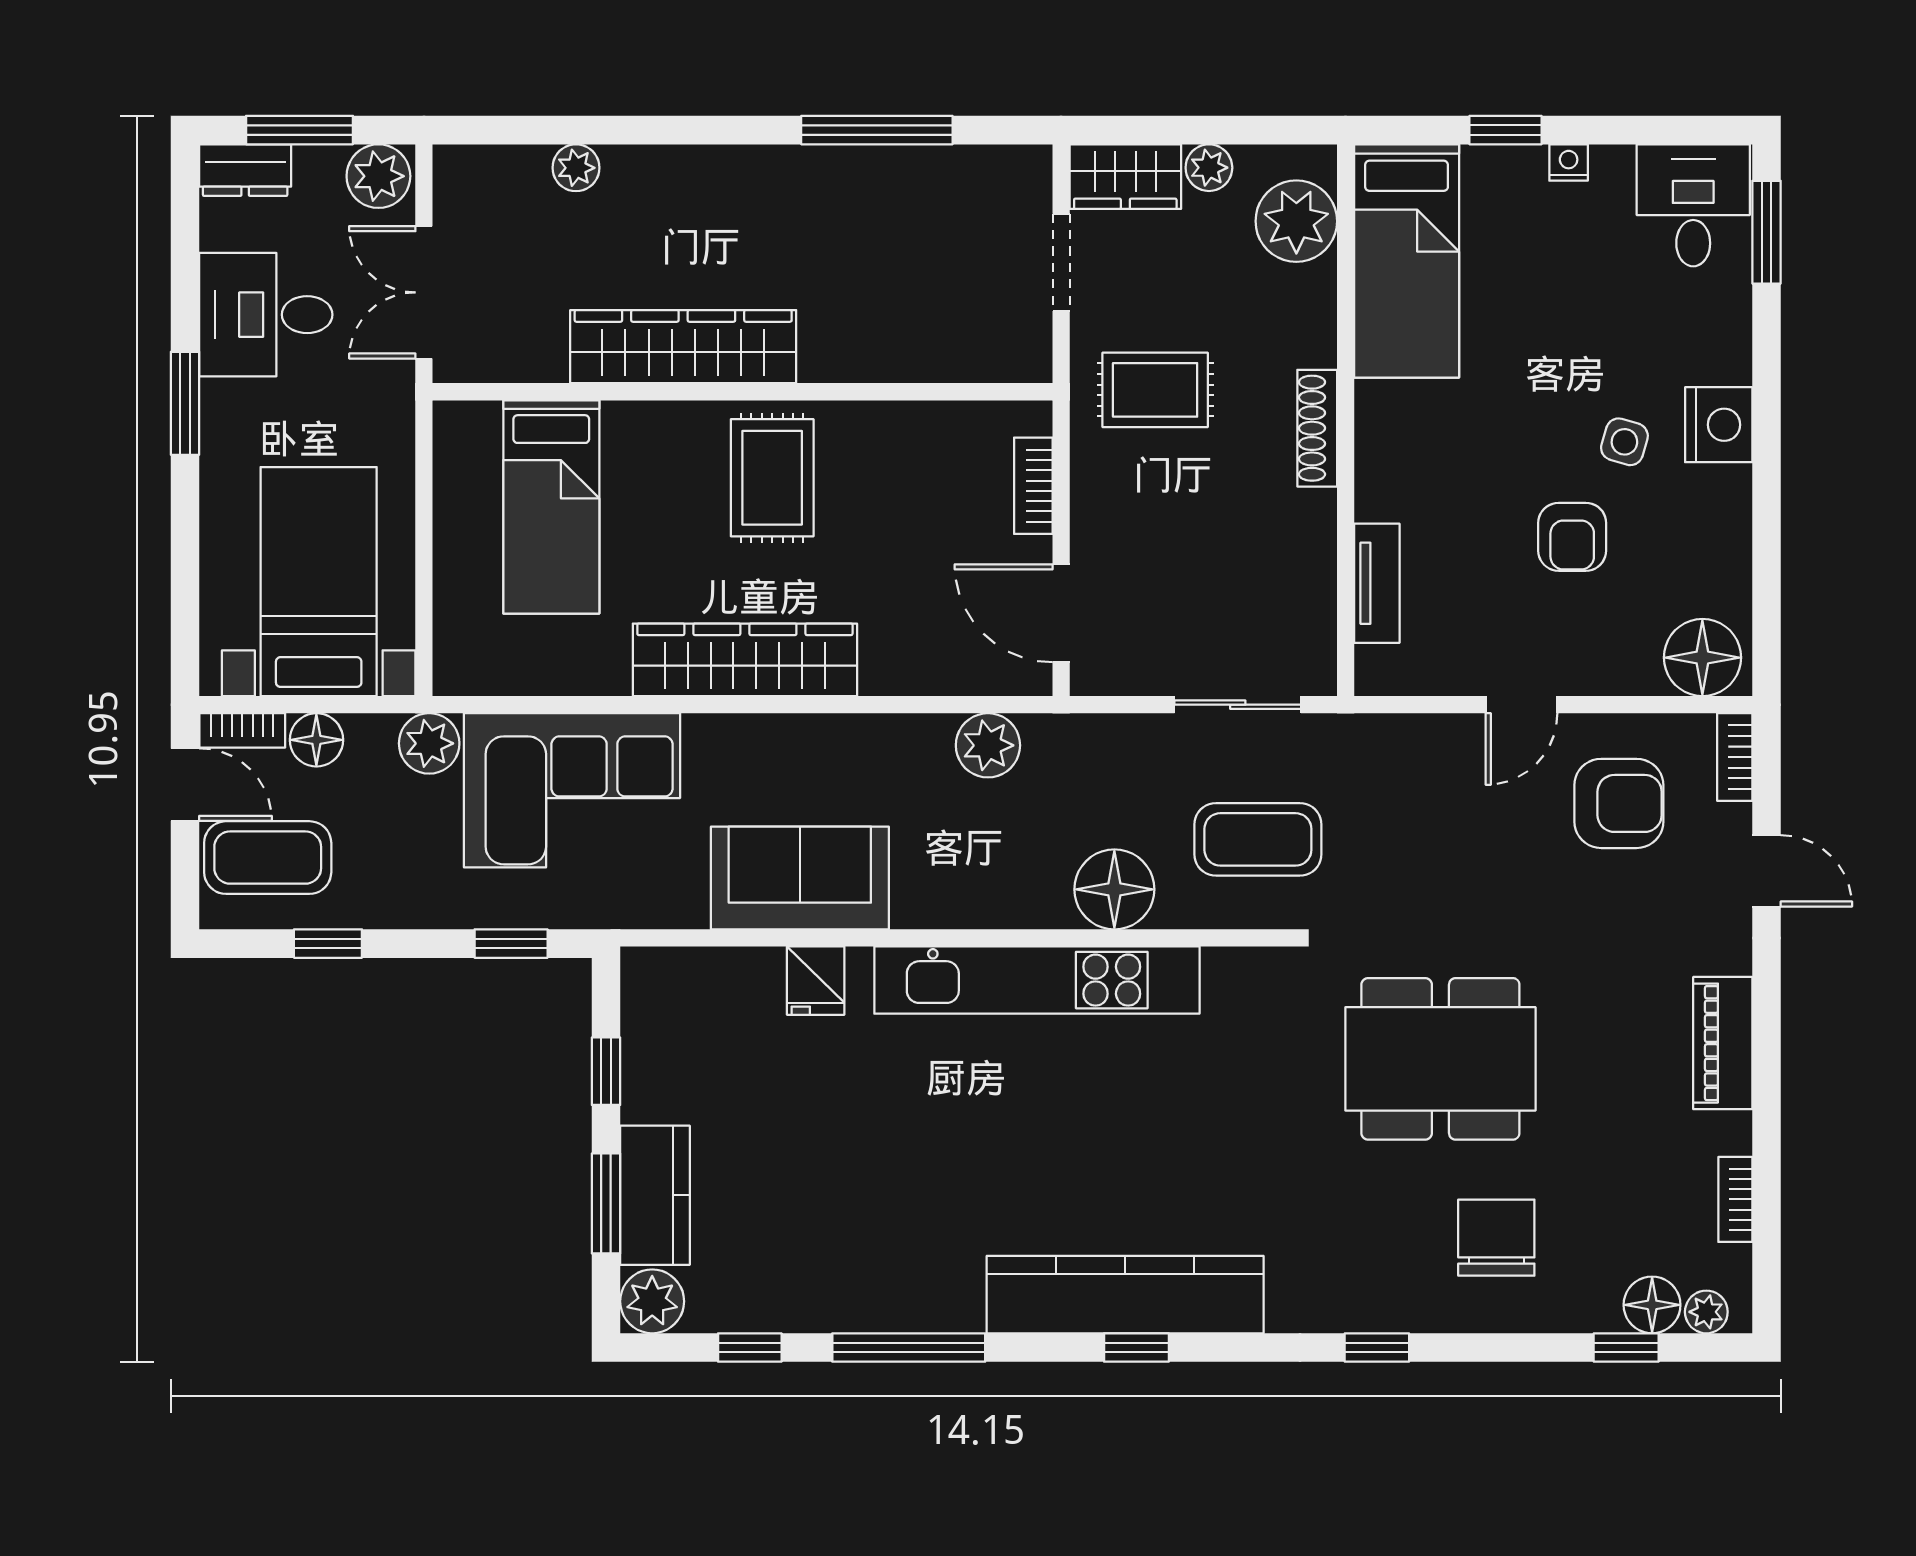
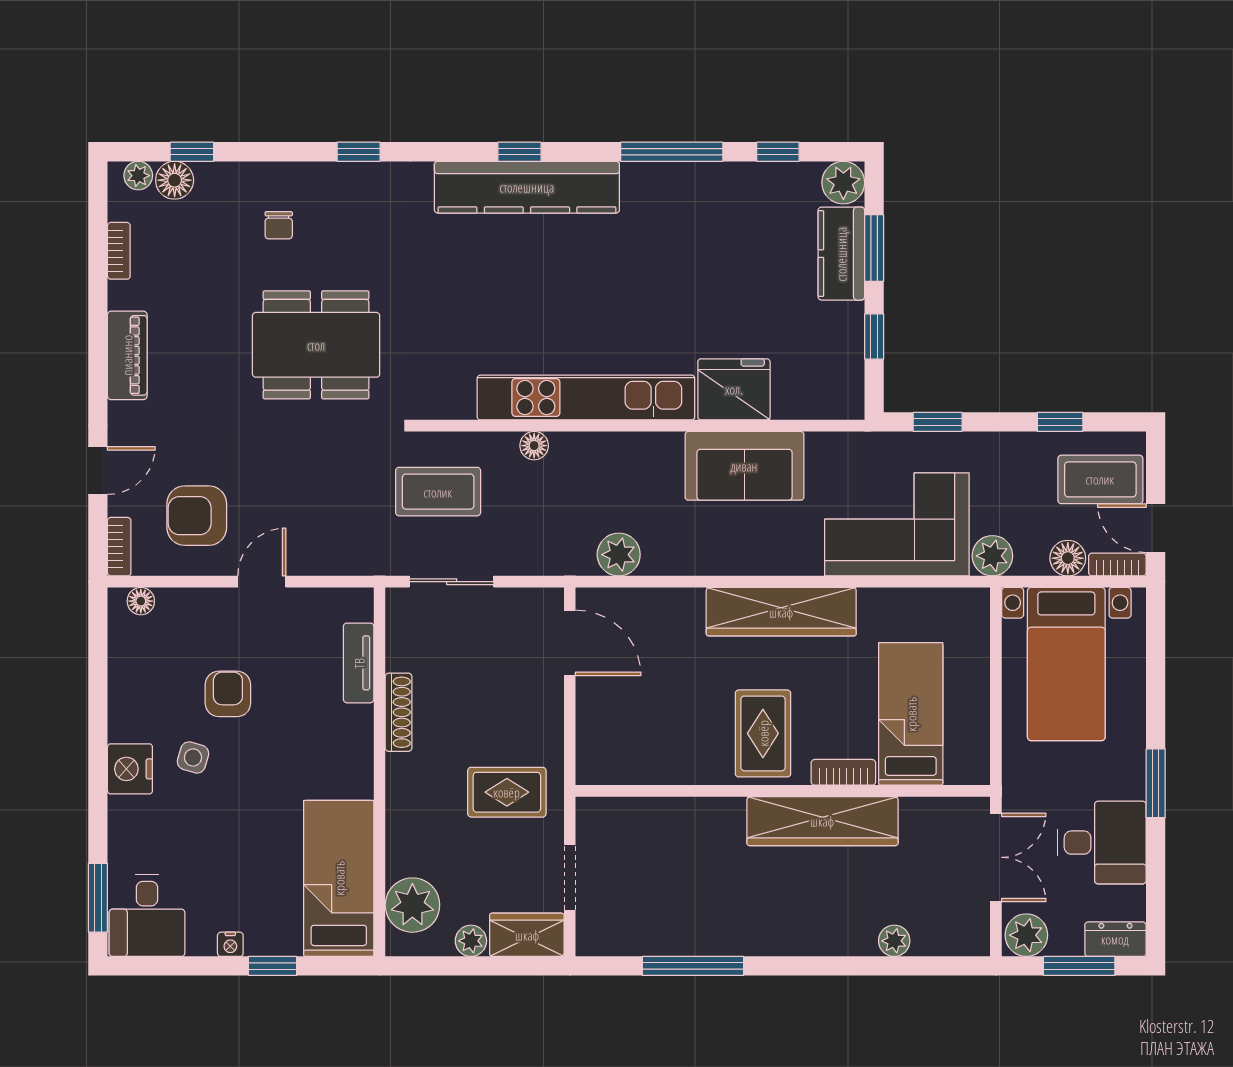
shoe rack: (1317, 428) -> (399, 712), moved
bookcase: (1033, 486) -> (843, 772), moved, turned -90
floor lamp: (1702, 658) -> (141, 601), width x0.53, depth x0.53
door: (1767, 871) -> (98, 471), swing flipped
floor lamp: (1114, 889) -> (534, 446), width x0.53, depth x0.53
fridge: (816, 981) -> (734, 389), width x1.88, depth x1.34
chair: (1496, 1238) -> (279, 225), width x0.54, depth x0.54

